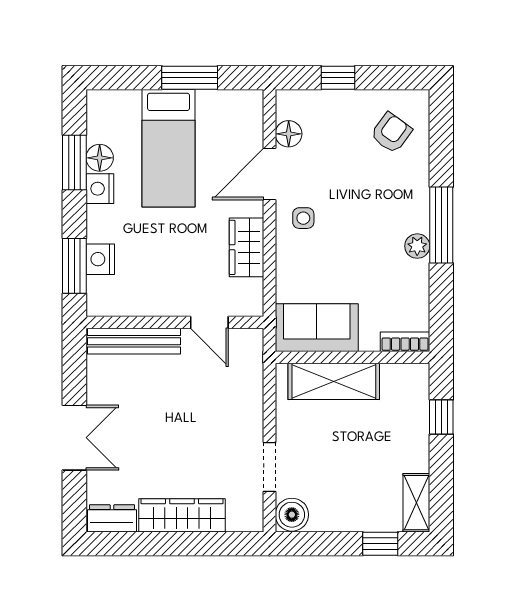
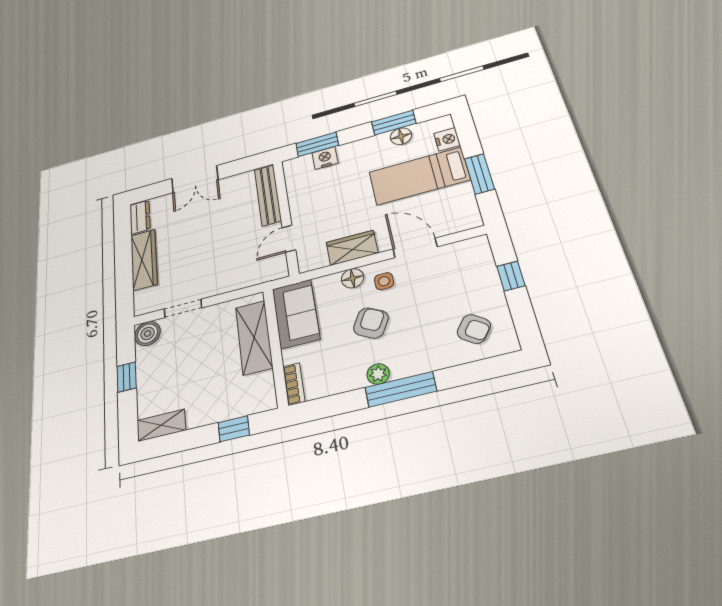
floor lamp: (289, 134) -> (353, 278), moved
nightstand: (100, 189) -> (447, 139), moved, turned 90
armchair: (353, 243) -> (371, 323), added
window: (380, 544) -> (127, 377), moved

